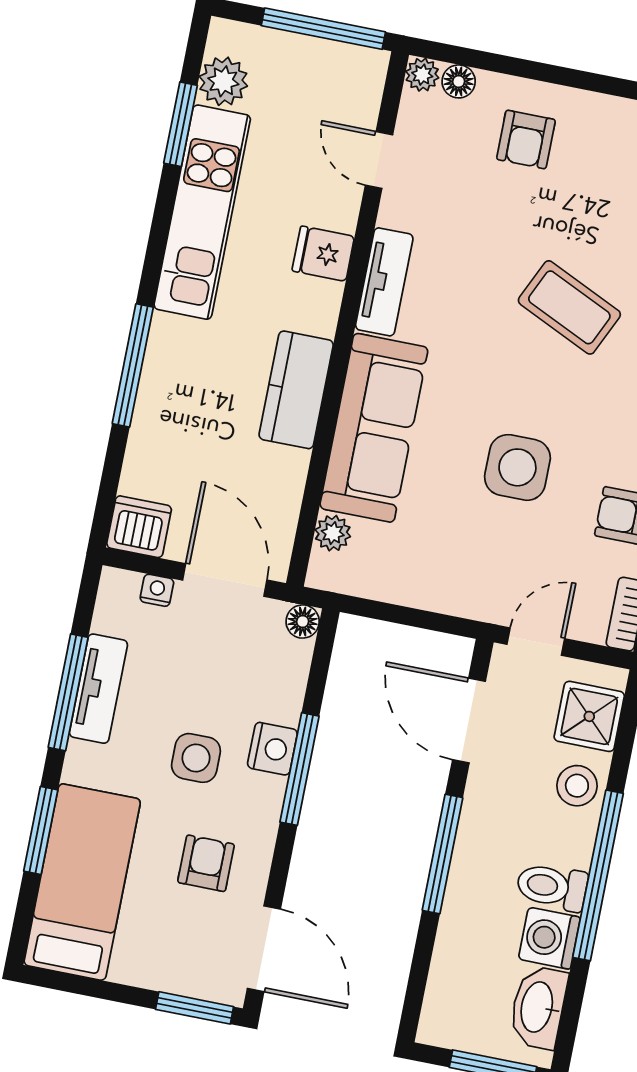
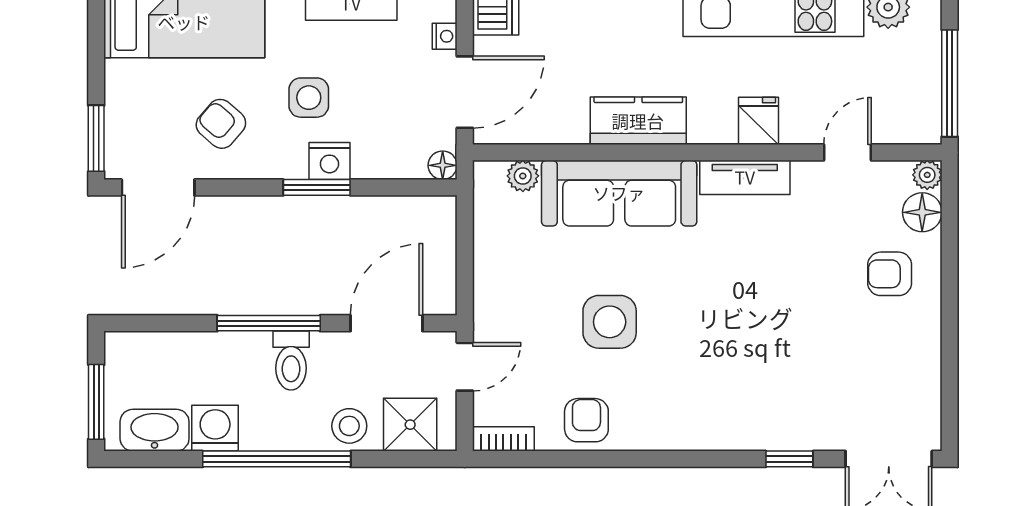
floor lamp: (459, 81) -> (922, 212), width x1.37, depth x1.37
coffee table: (569, 307) -> (754, 339), removed
door: (536, 642) -> (465, 367), hinge flipped
window: (299, 769) -> (317, 187), width x0.69
armchair: (206, 863) -> (221, 124), turned -139
toilet: (552, 887) -> (291, 361), moved, turned 180

